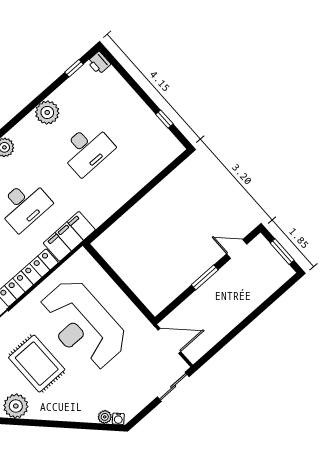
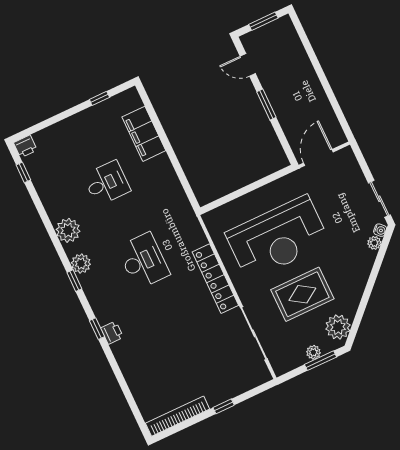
plant: (47, 112) -> (68, 230), moved
desk: (87, 149) -> (107, 183), width x0.73
filing cabinet: (69, 236) -> (144, 134), moved
door: (237, 249) -> (248, 65), hinge flipped
sliding door: (173, 387) -> (379, 199), moved

